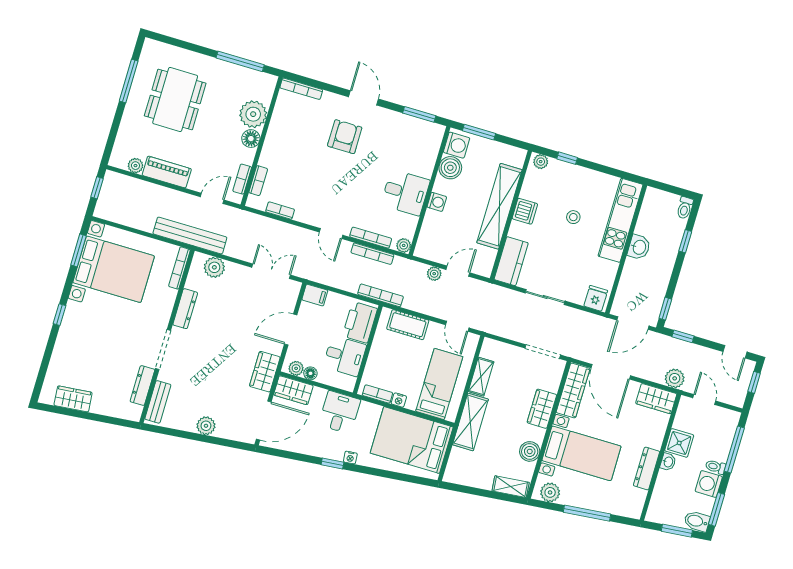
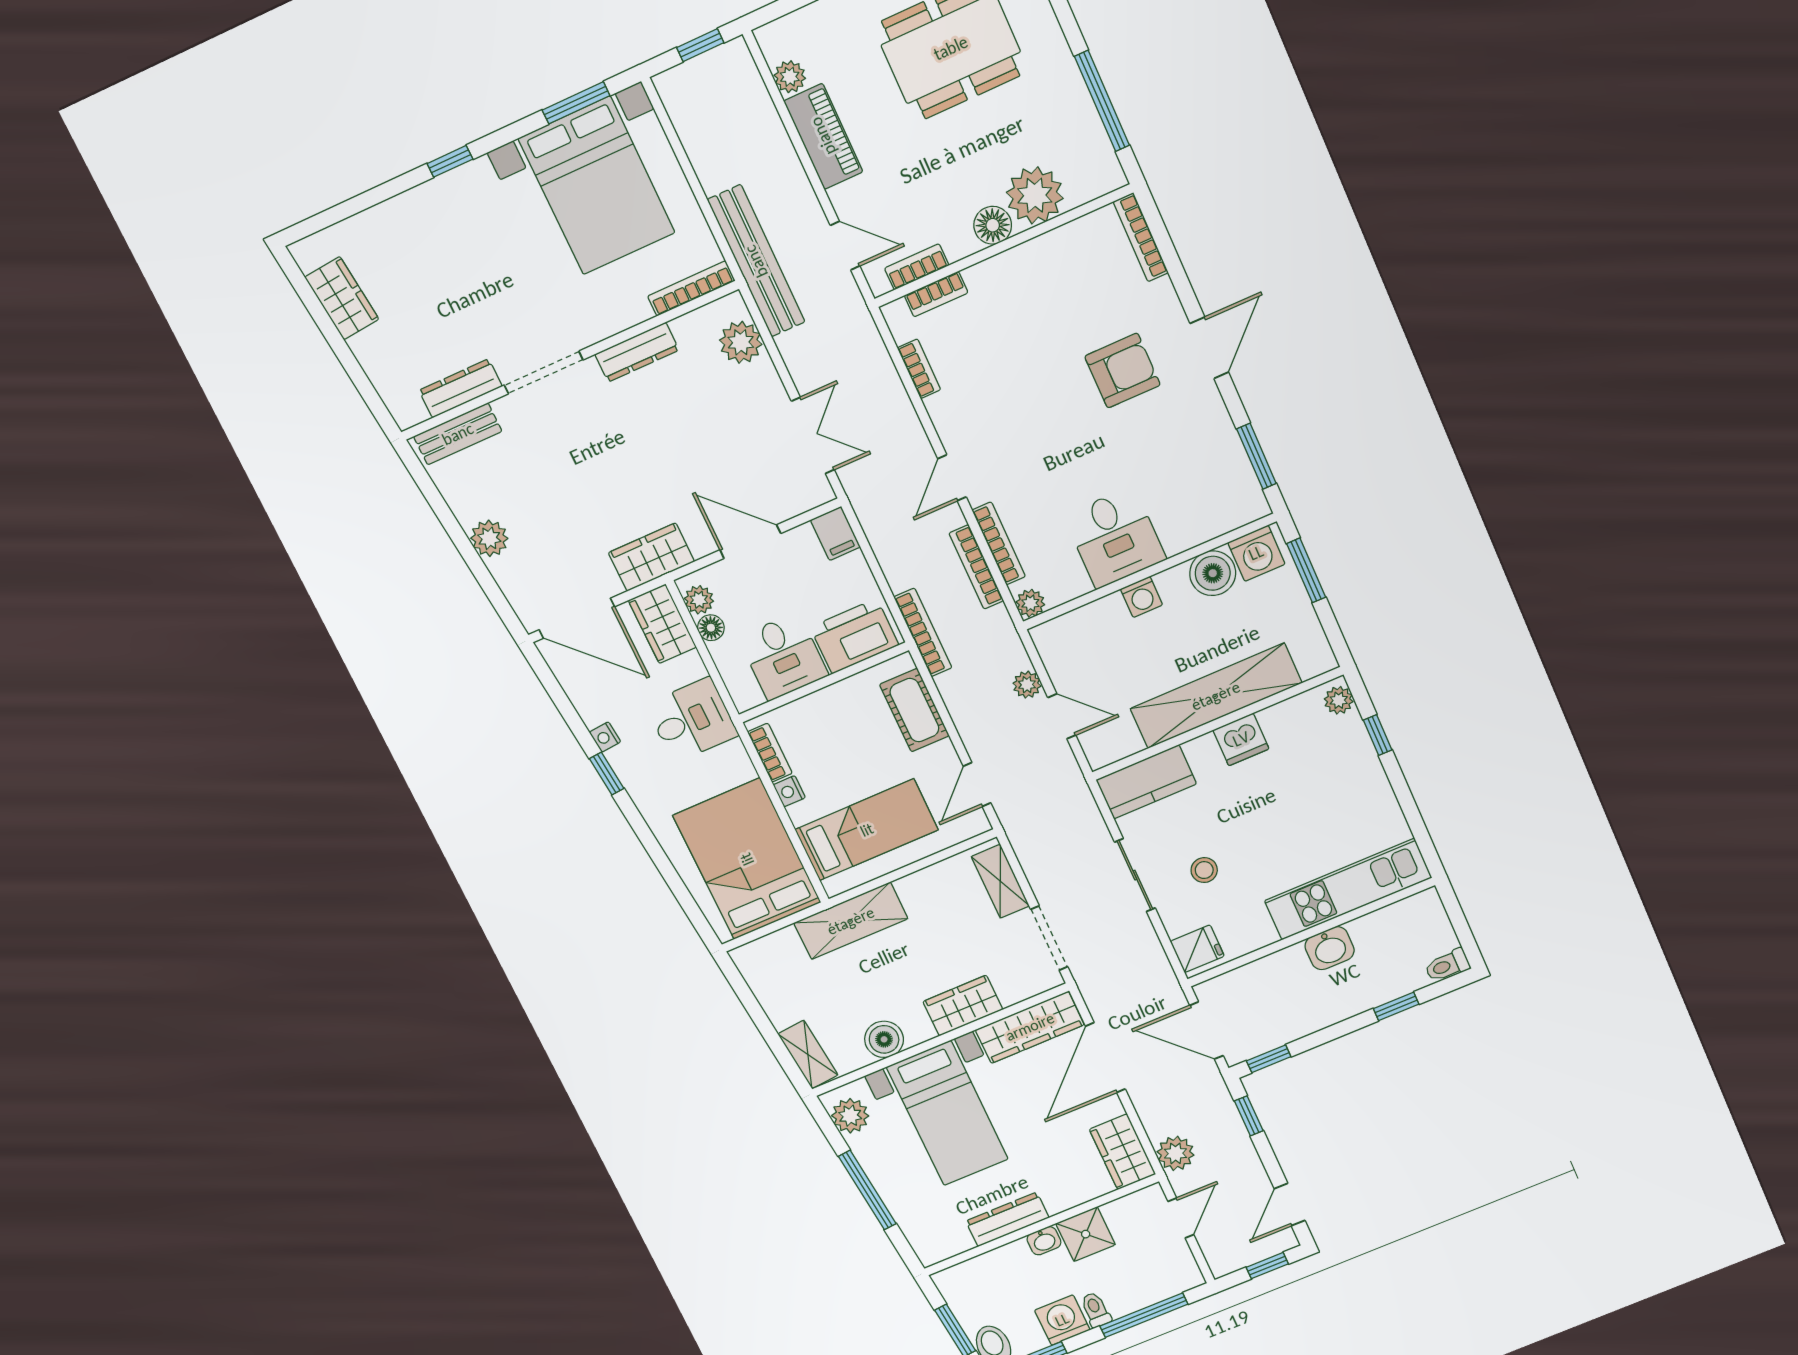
stool: (573, 217) -> (1204, 870), moved
shelving: (481, 377) -> (1000, 881), moved, turned 90
nightstand: (350, 458) -> (605, 737), moved

